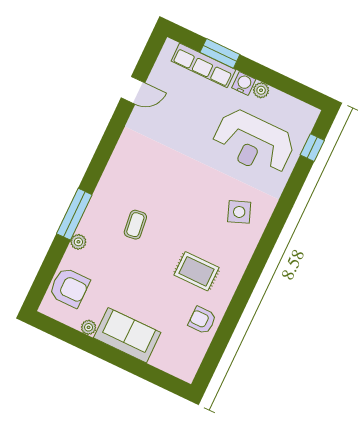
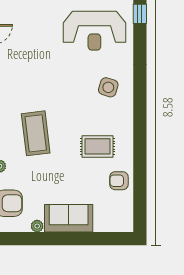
side table: (239, 212) -> (108, 87), turned 38
coffee table: (135, 225) -> (36, 133), width x1.86, depth x1.72

